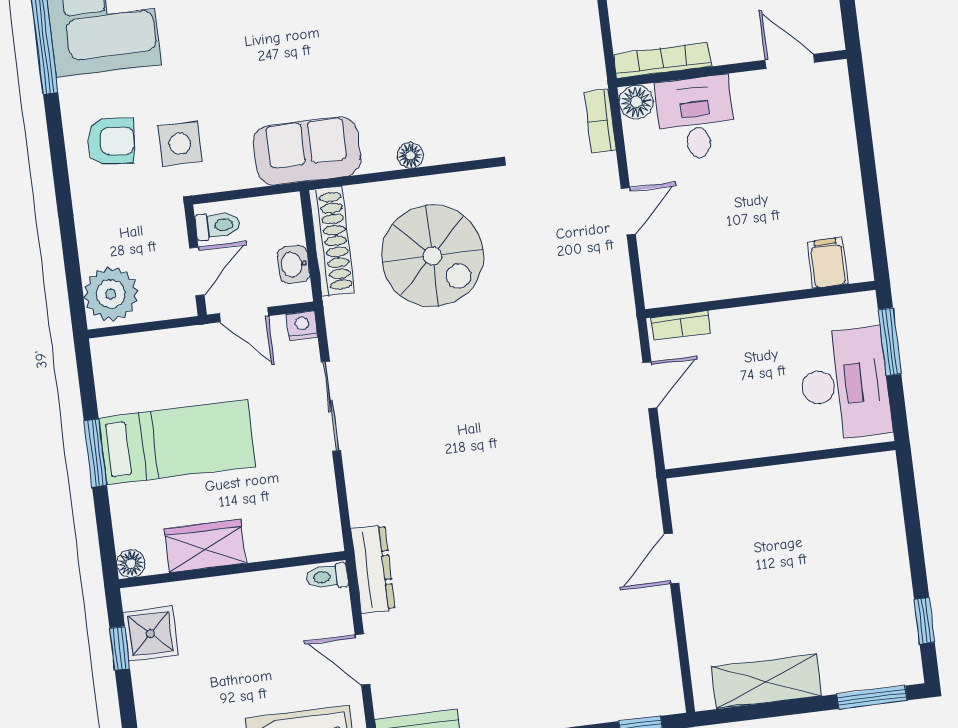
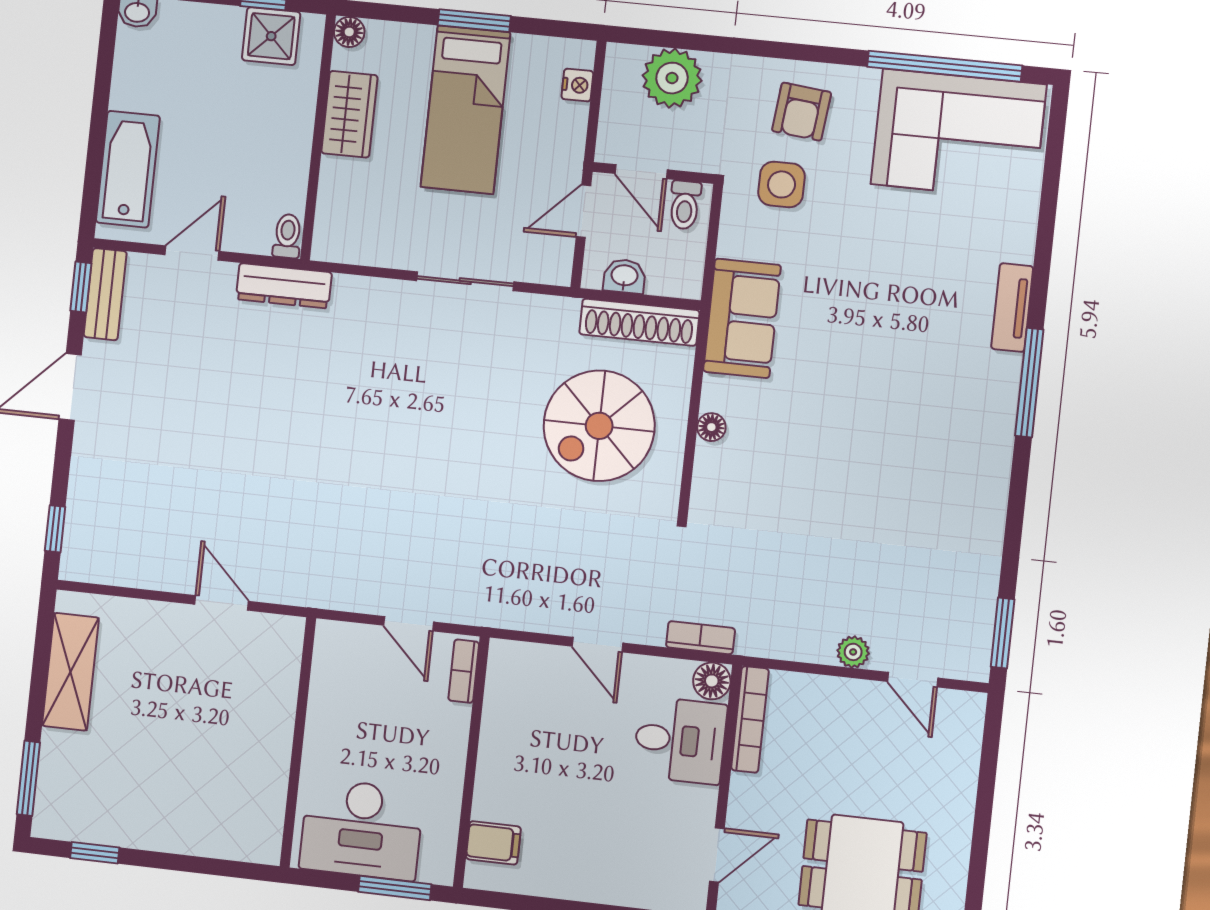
plant: (111, 294) -> (672, 78), moved
nightstand: (302, 326) -> (577, 85), moved

